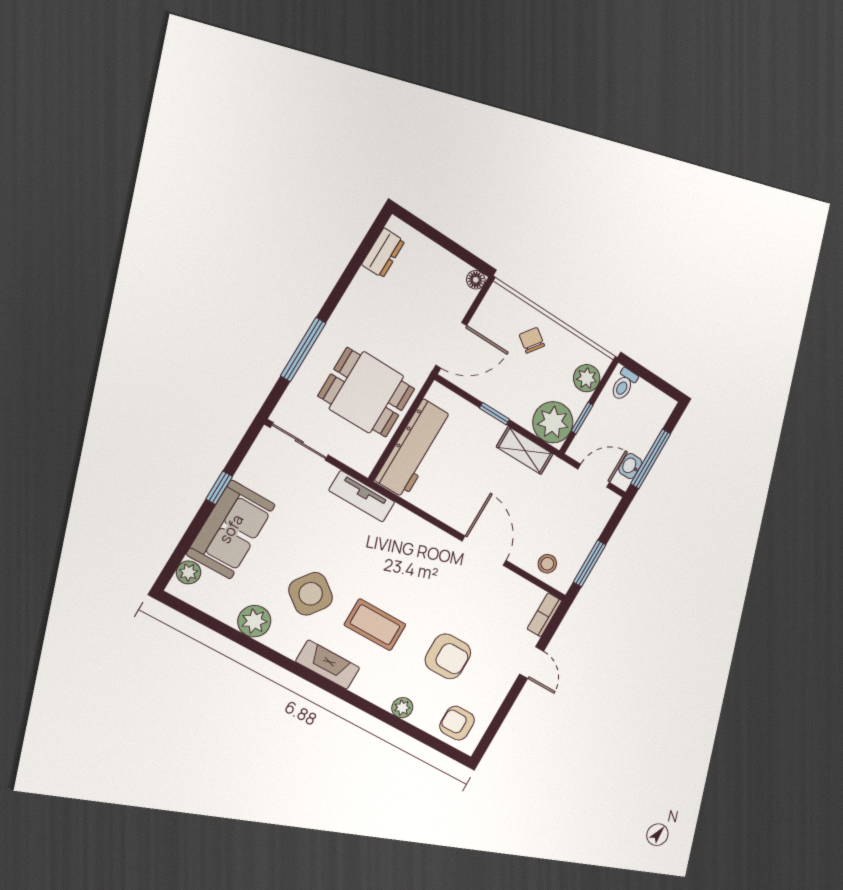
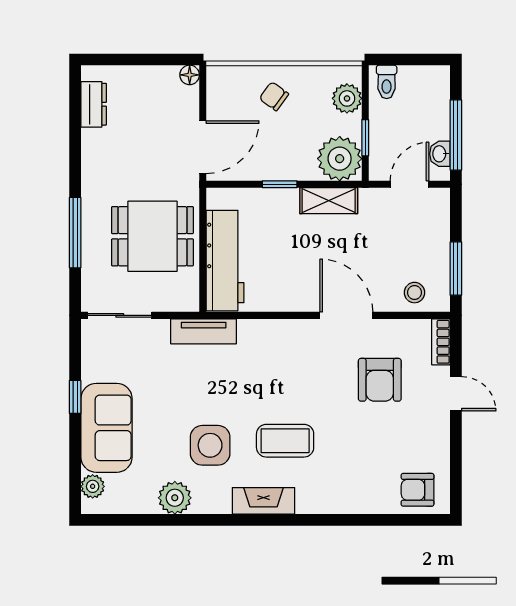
side table: (311, 594) -> (210, 445), turned -37
armchair: (448, 656) -> (380, 380), moved, turned 90
plant: (402, 708) -> (356, 503), removed

